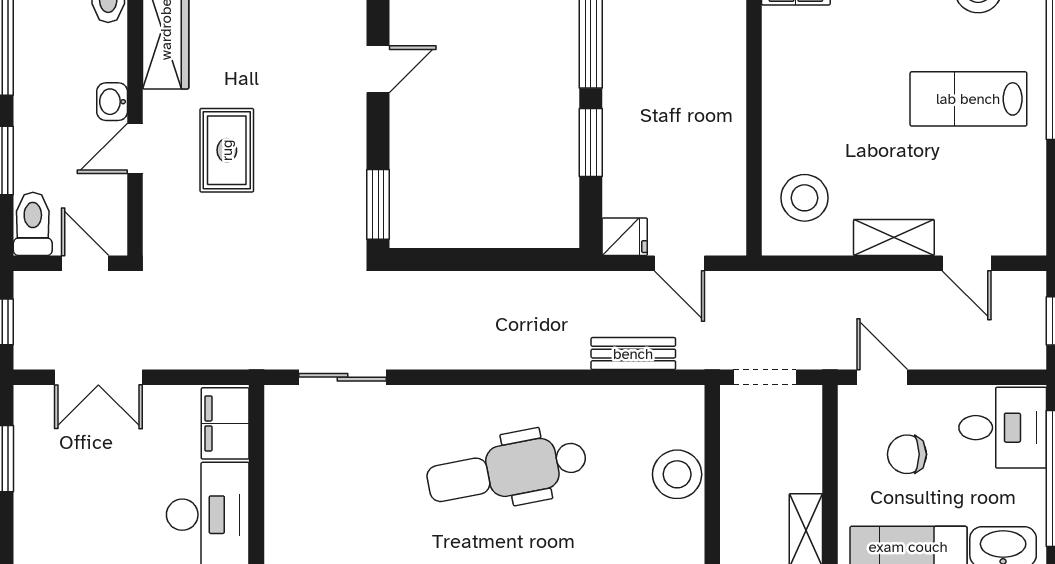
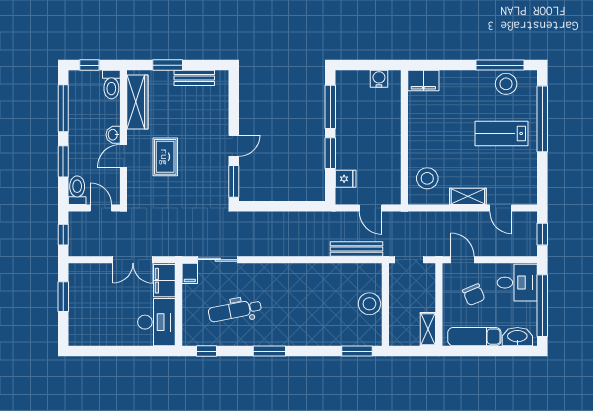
door: (378, 69) -> (234, 146), moved
fridge: (625, 237) -> (346, 179), moved
bench: (633, 354) -> (357, 249), width x1.36
double door: (98, 377) -> (133, 260), moved
filing cabinet: (281, 407) -> (190, 273), added
chair: (907, 454) -> (474, 295), turned -113
dental chair: (507, 470) -> (235, 310), moved, width x0.73, depth x0.72

